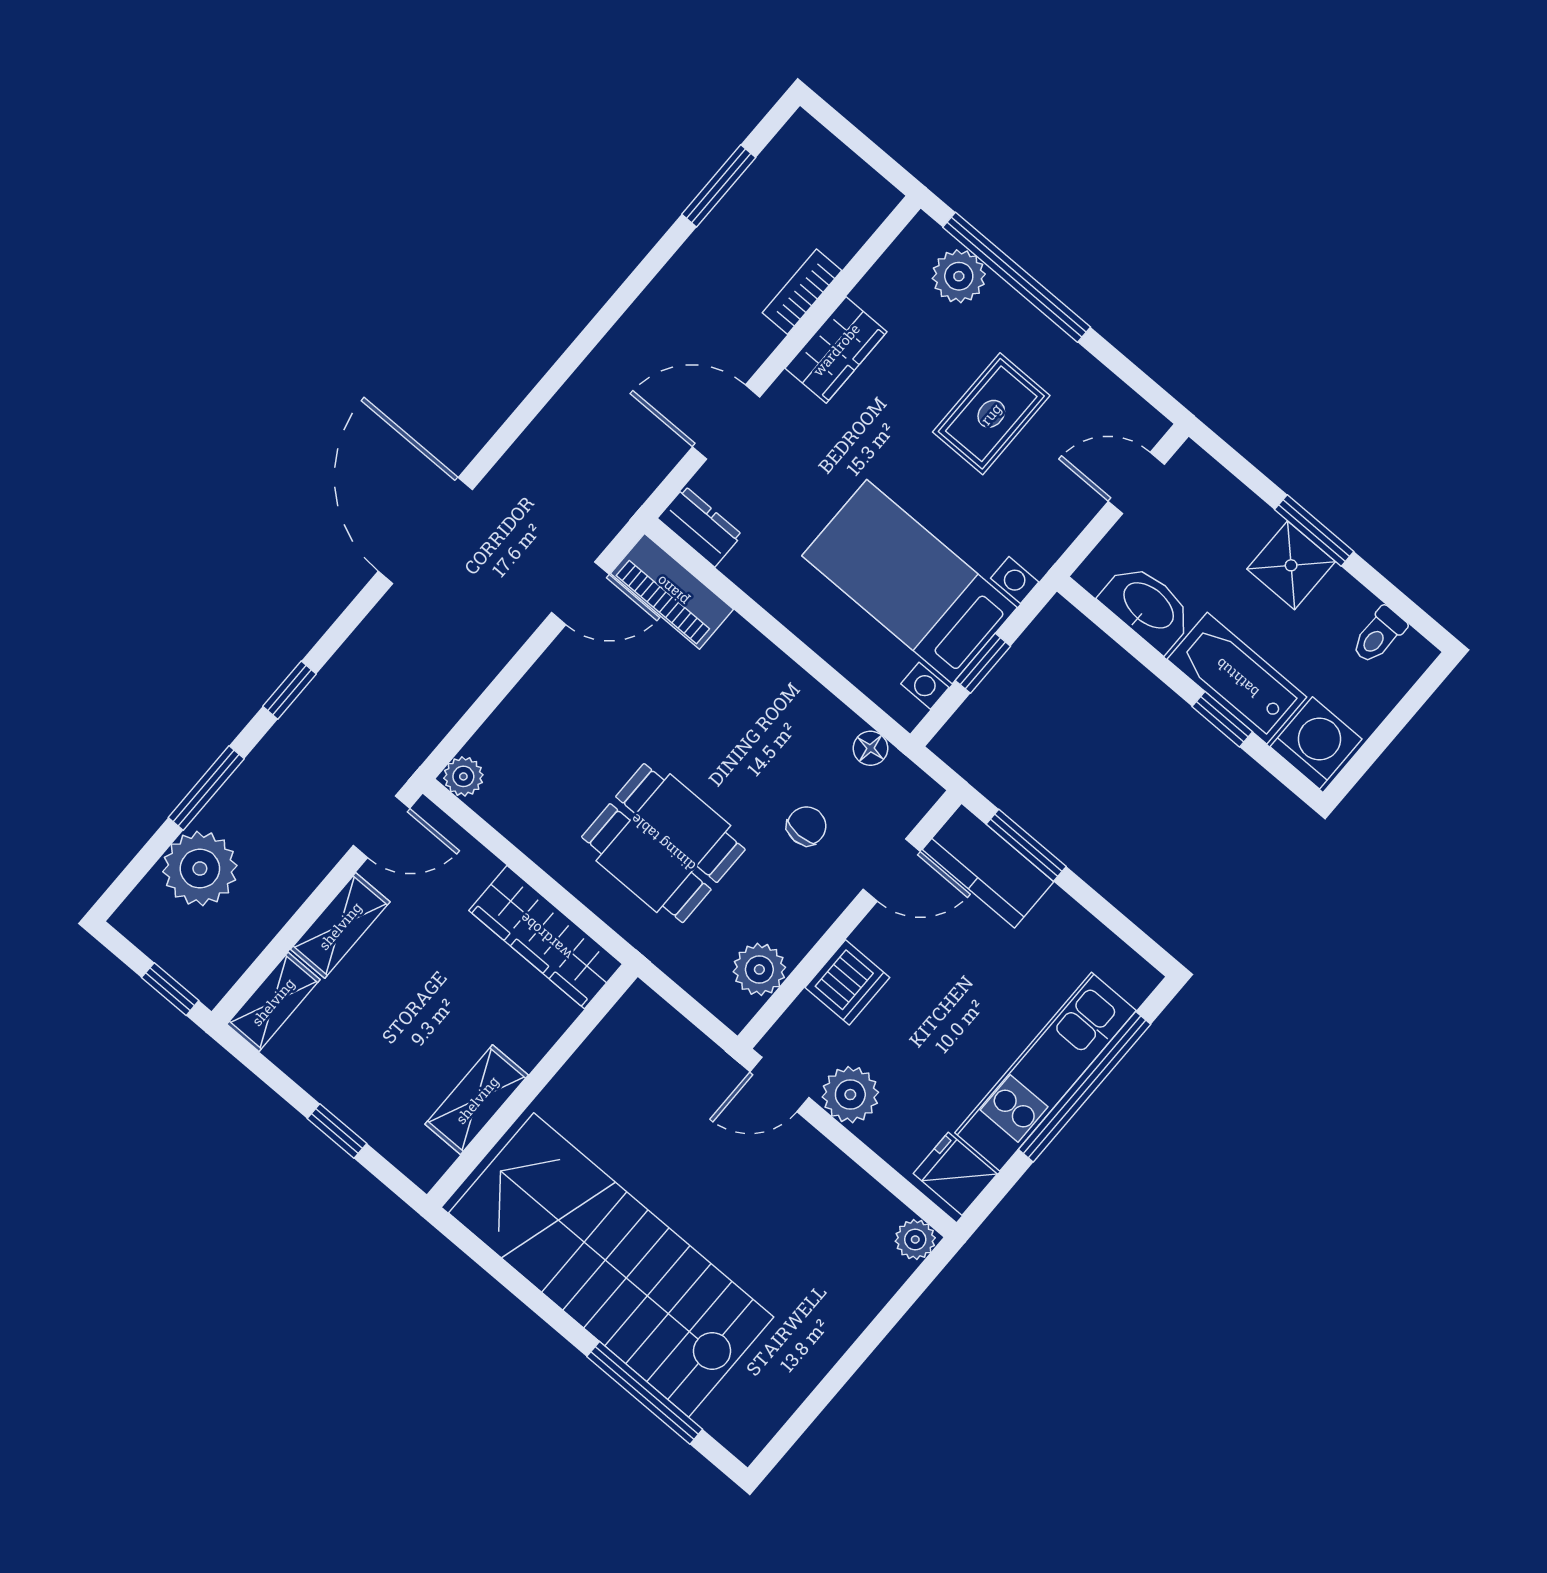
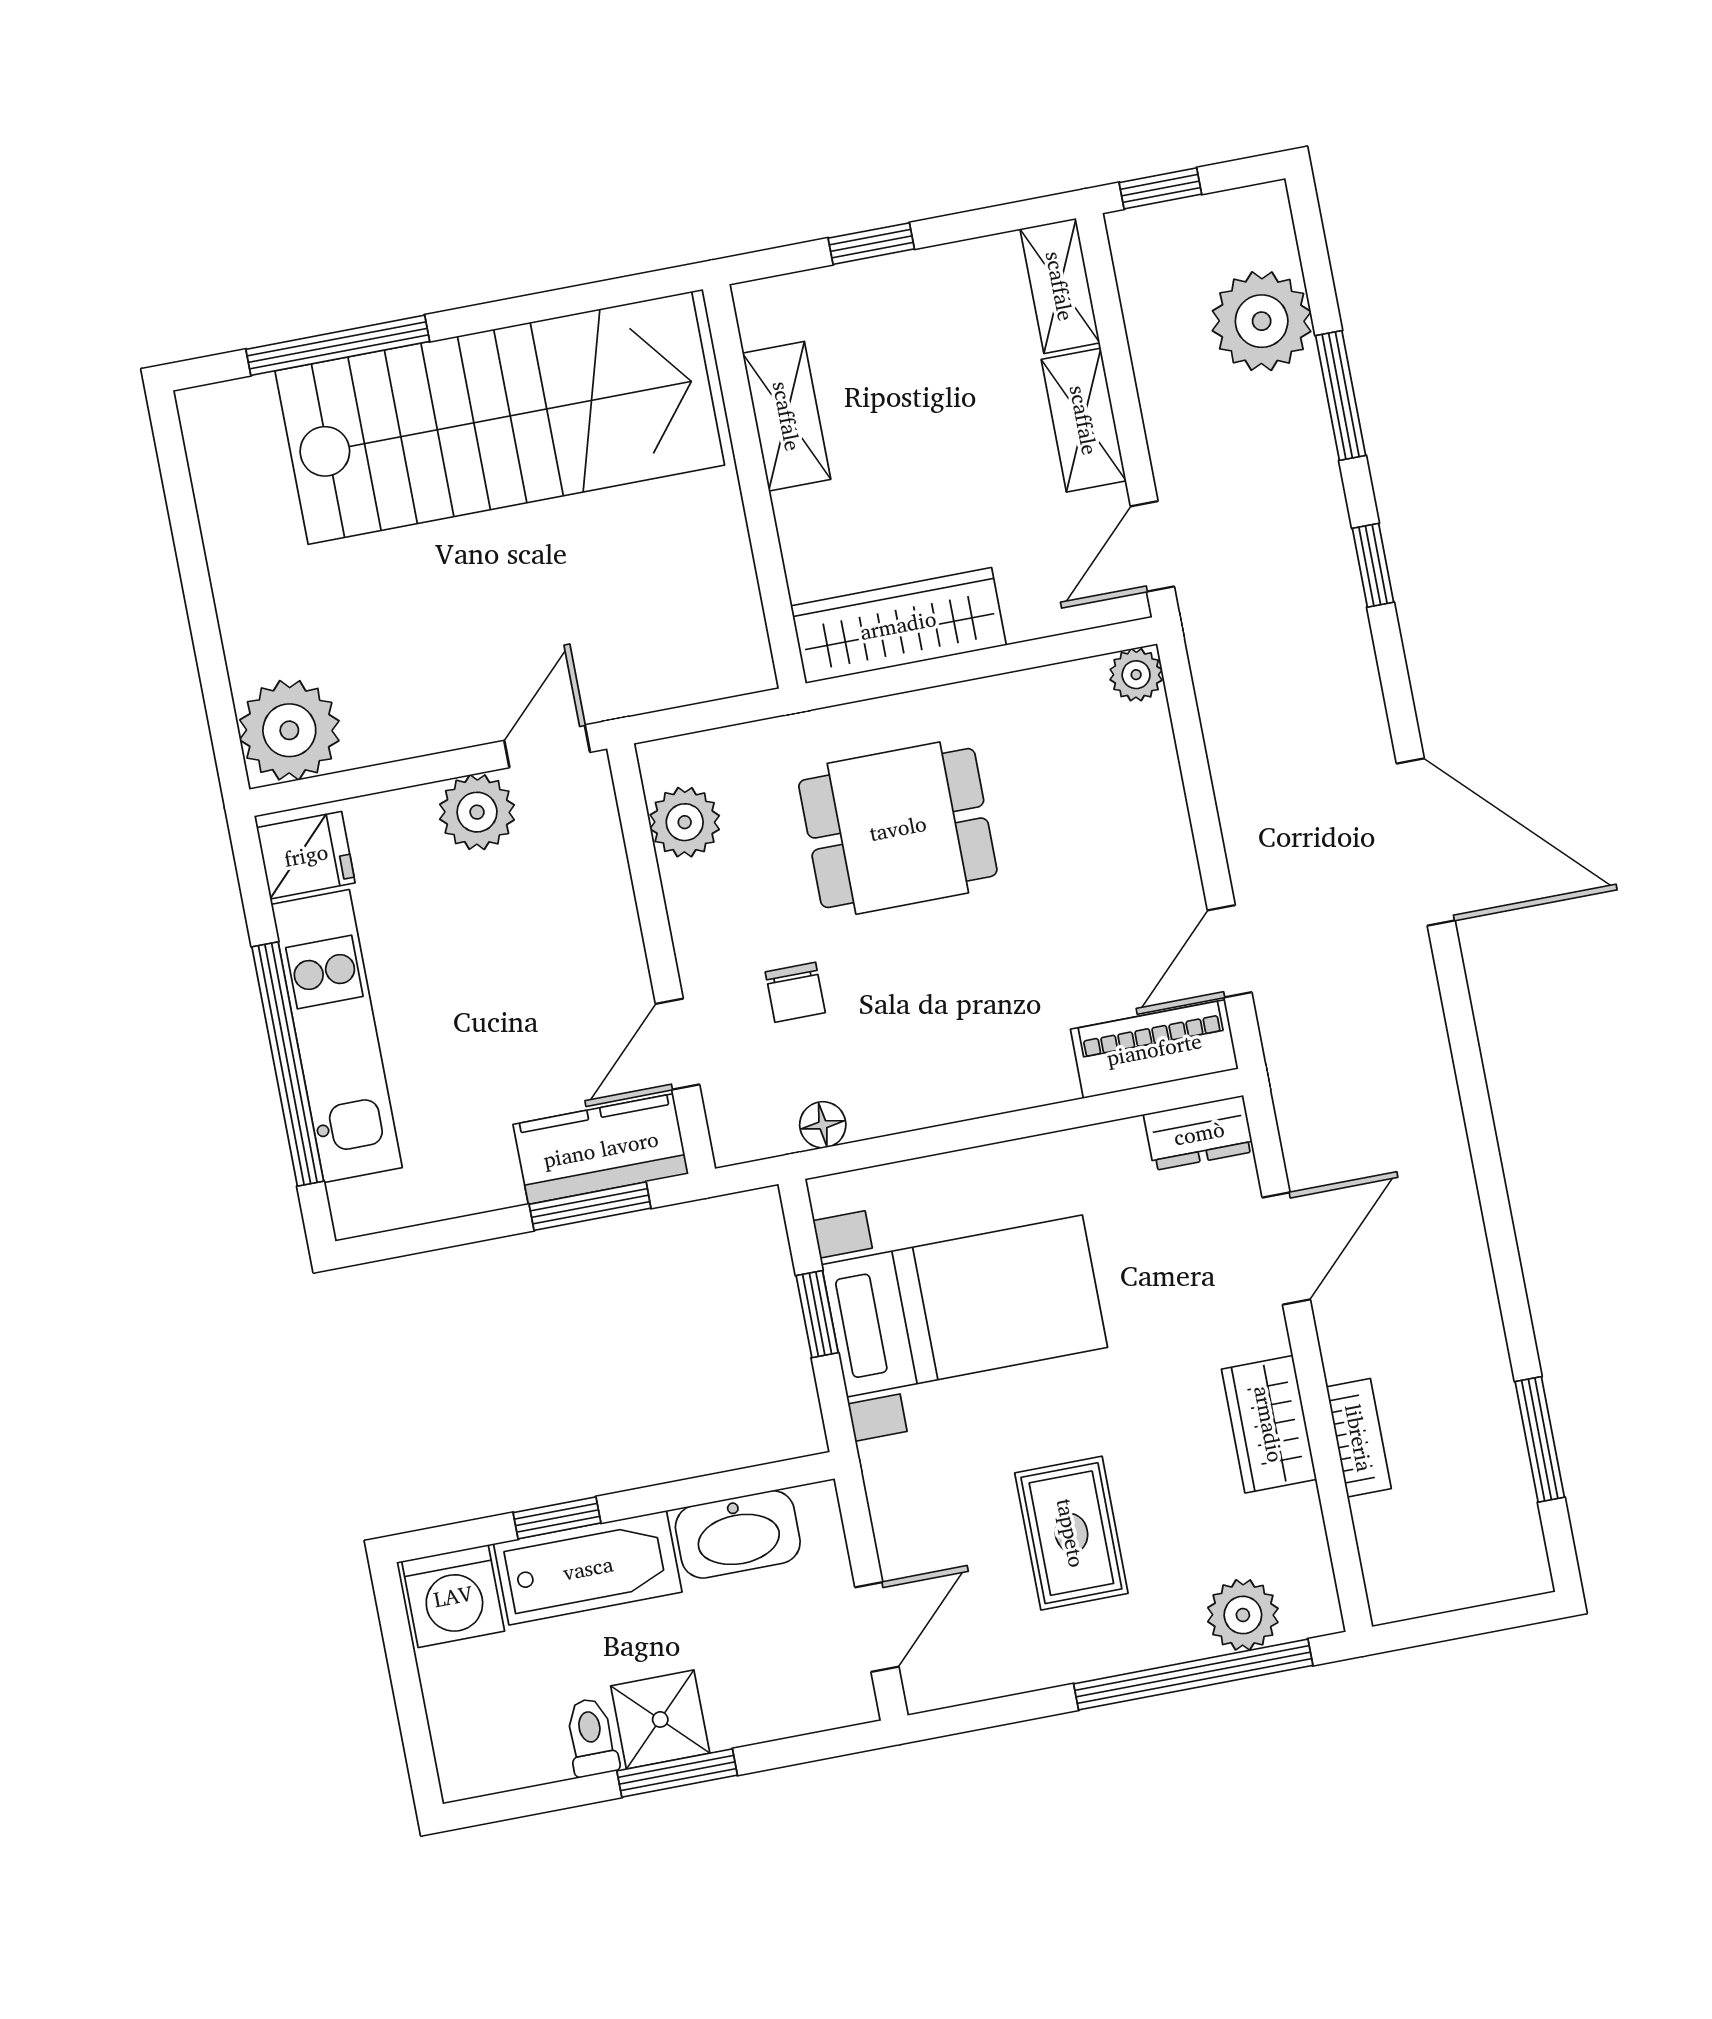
toilet: (1379, 635) -> (591, 1737), moved
dishwasher: (847, 982) -> (597, 903), removed
plant: (915, 1239) -> (289, 730), width x1.88, depth x1.88

